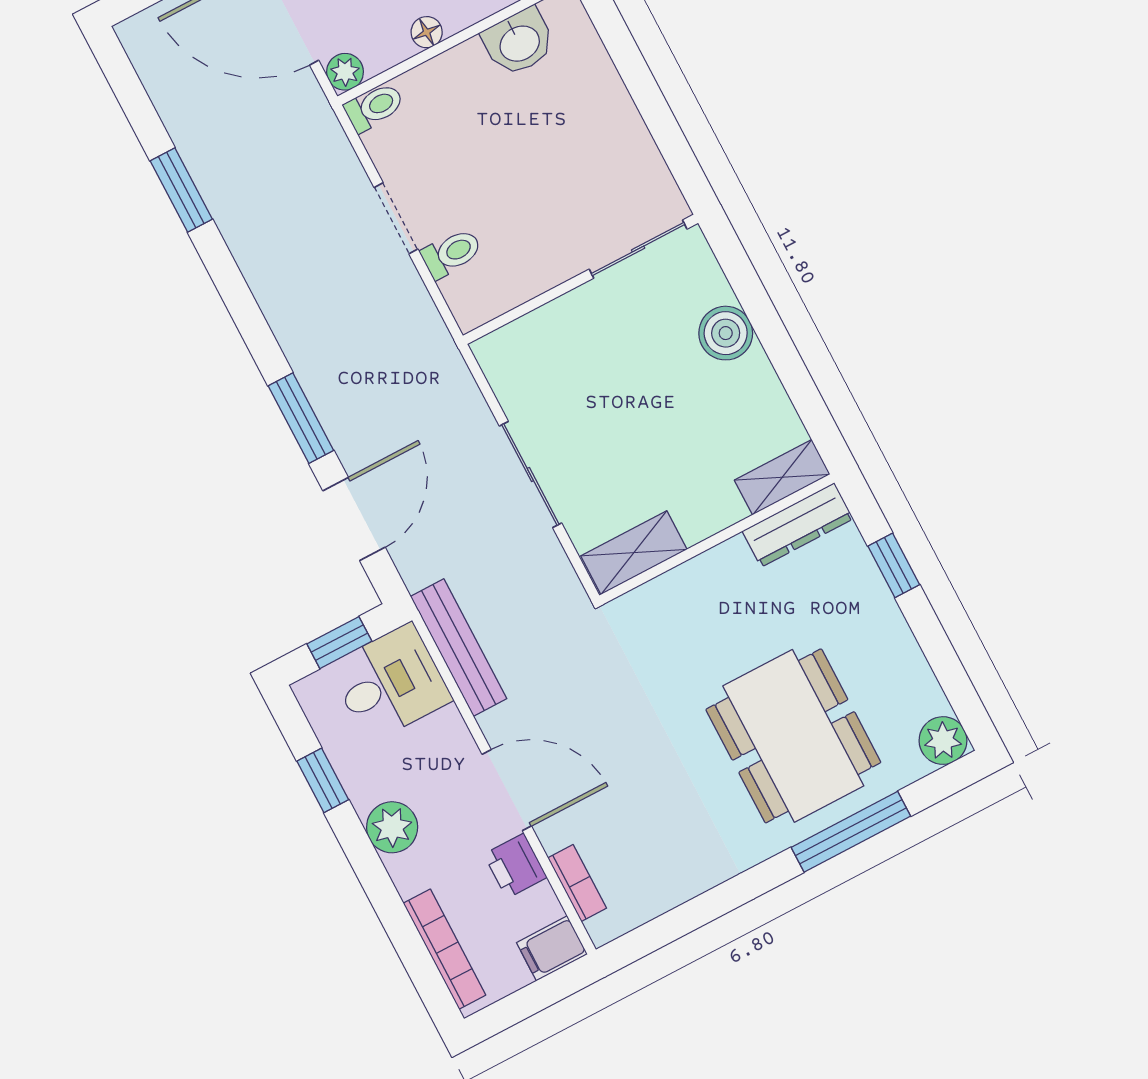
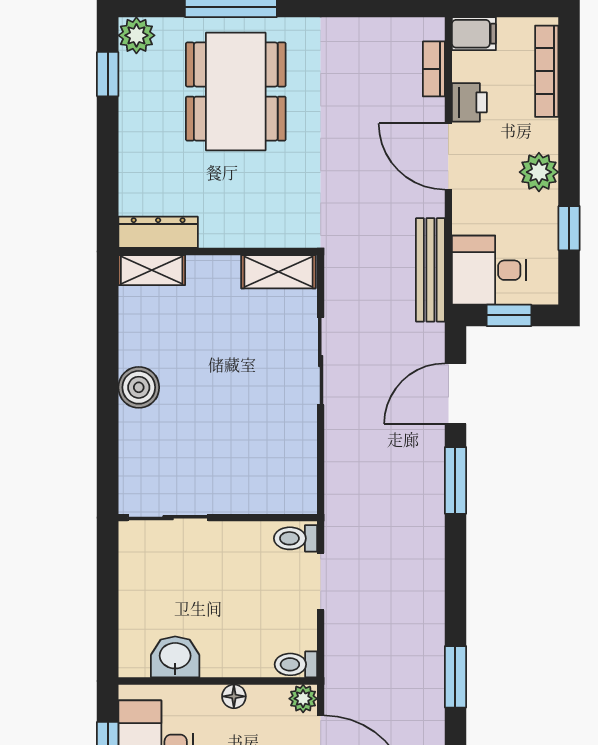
sliding door: (638, 249) -> (168, 518), moved
wall: (580, 279) -> (218, 518), moved
window: (894, 565) -> (108, 74), moved

